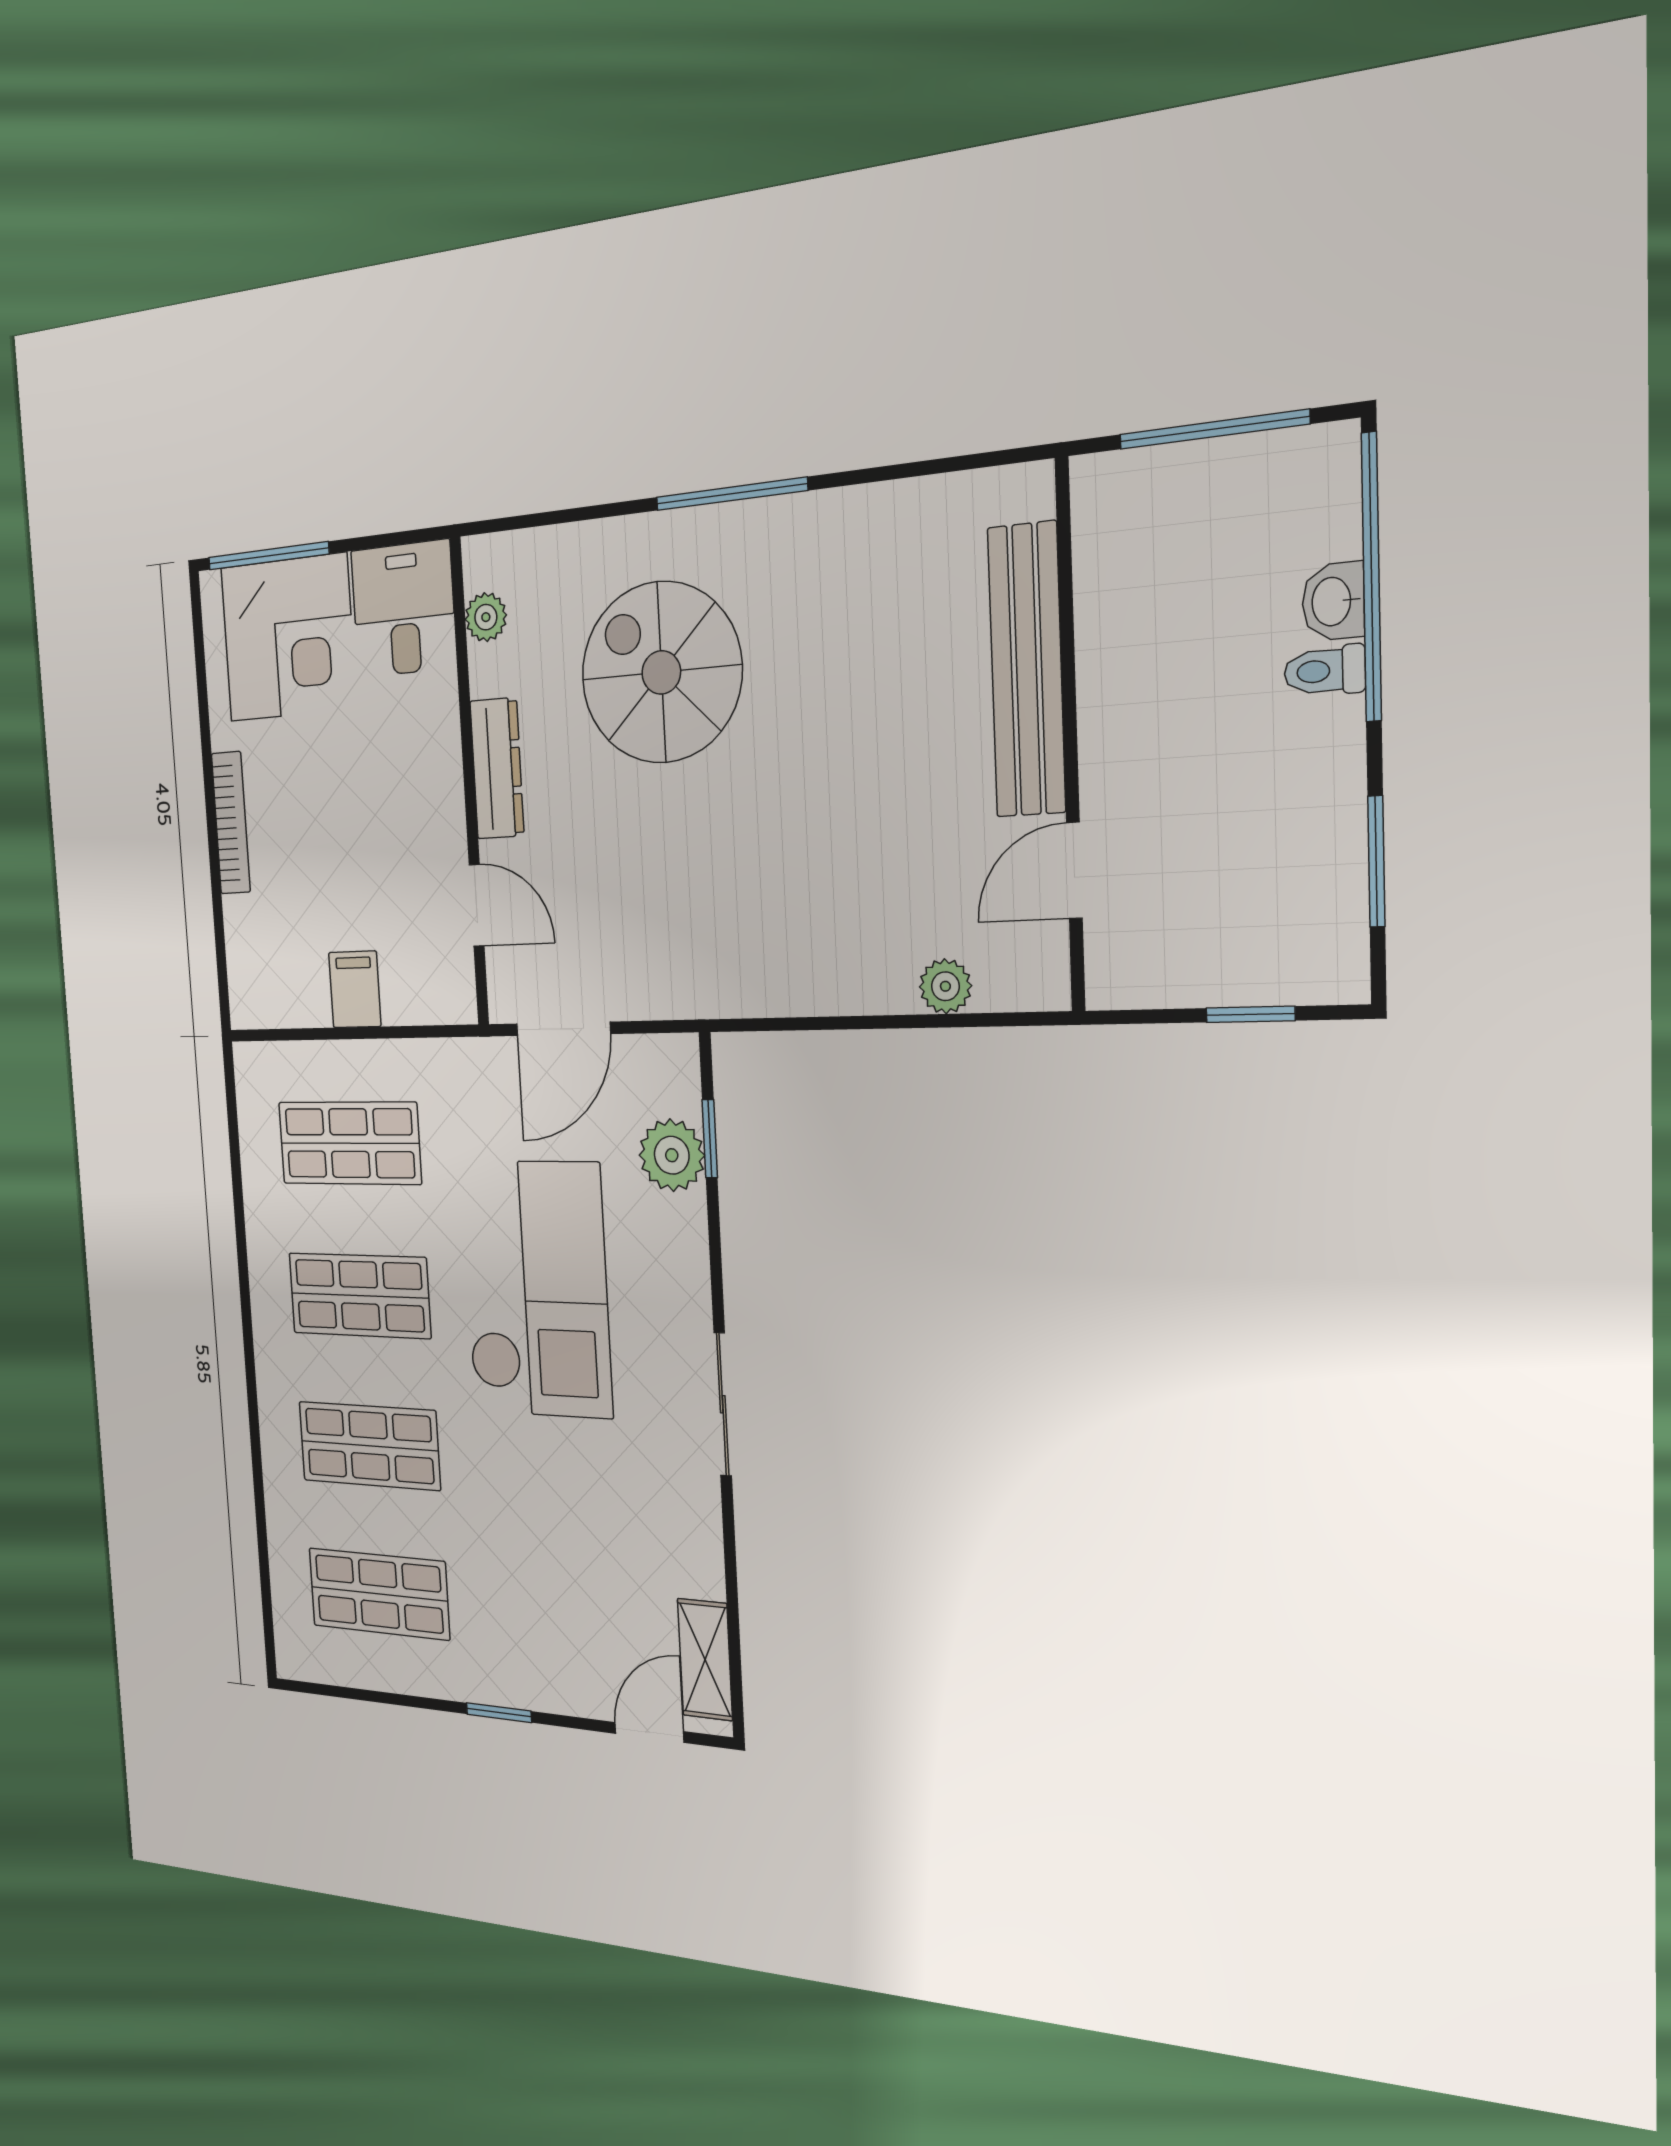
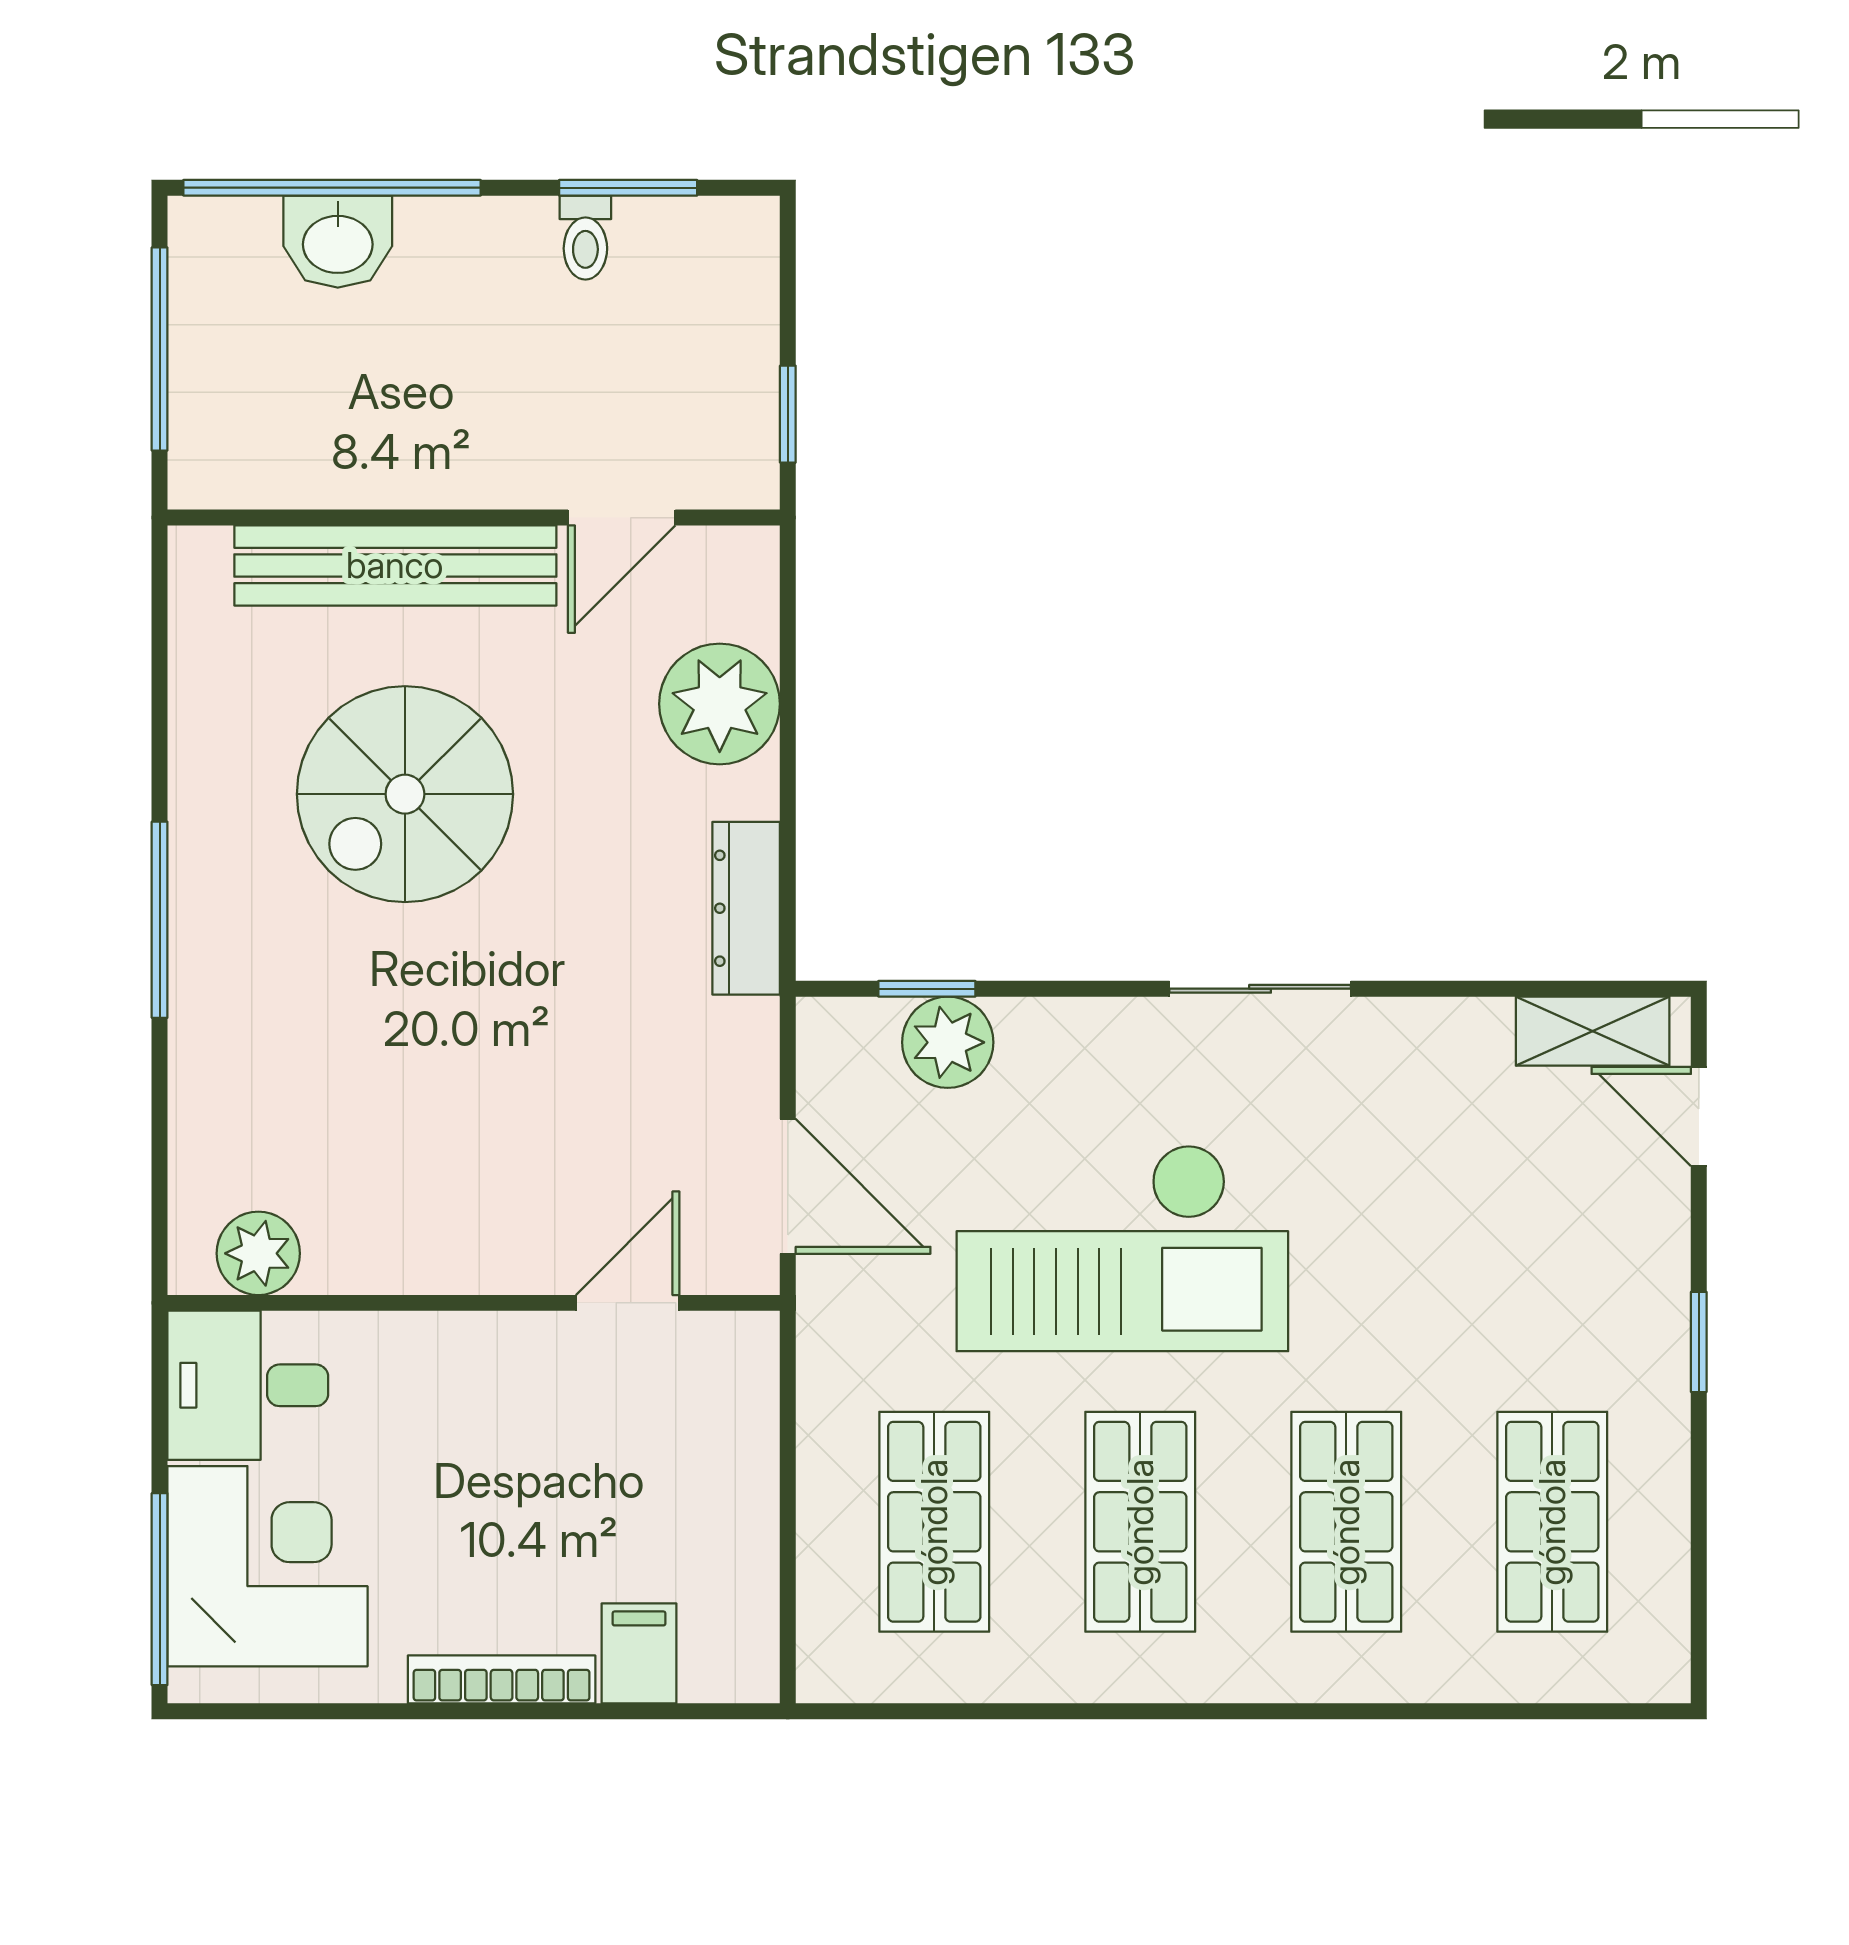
washbasin: (1333, 601) -> (338, 242), width x1.38, depth x1.45
plant: (486, 617) -> (258, 1253), width x1.38, depth x1.38
toilet: (1325, 671) -> (585, 238), moved
spiral stairs: (661, 672) -> (405, 794), moved
dresser: (497, 768) -> (746, 908), moved, turned -90
door: (1074, 870) -> (622, 518), hinge flipped
plant: (945, 986) -> (720, 704), width x1.87, depth x1.87
filing cabinet: (355, 989) -> (639, 1653), moved, turned 90
window: (1250, 1014) -> (788, 414), moved
checkout: (536, 1289) -> (1122, 1248), turned 180

